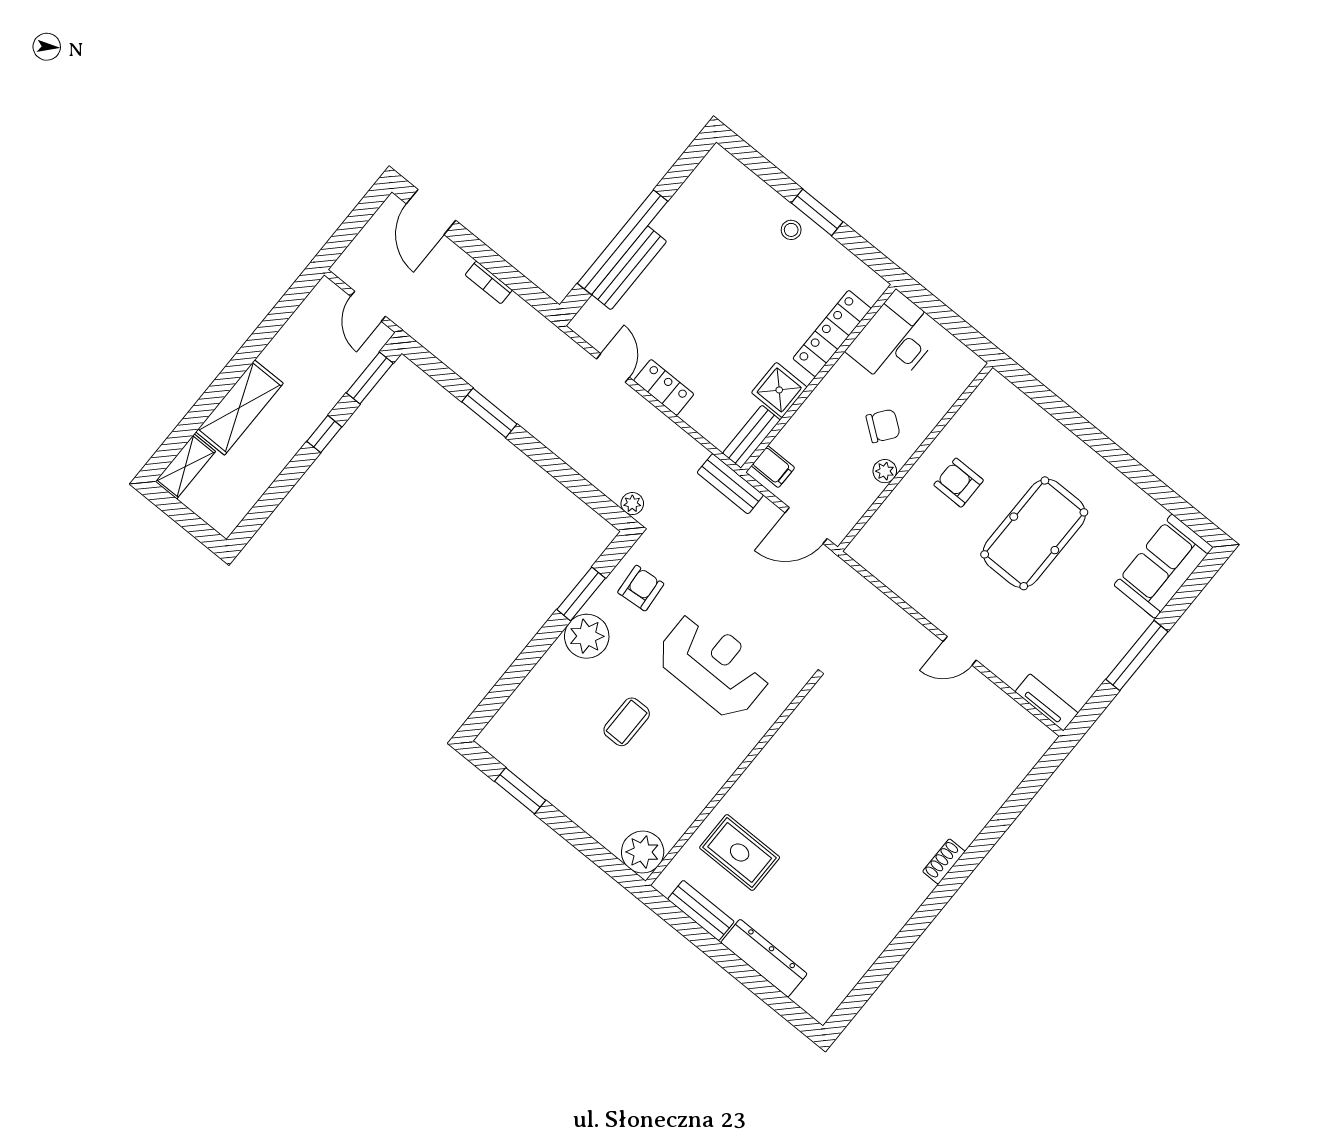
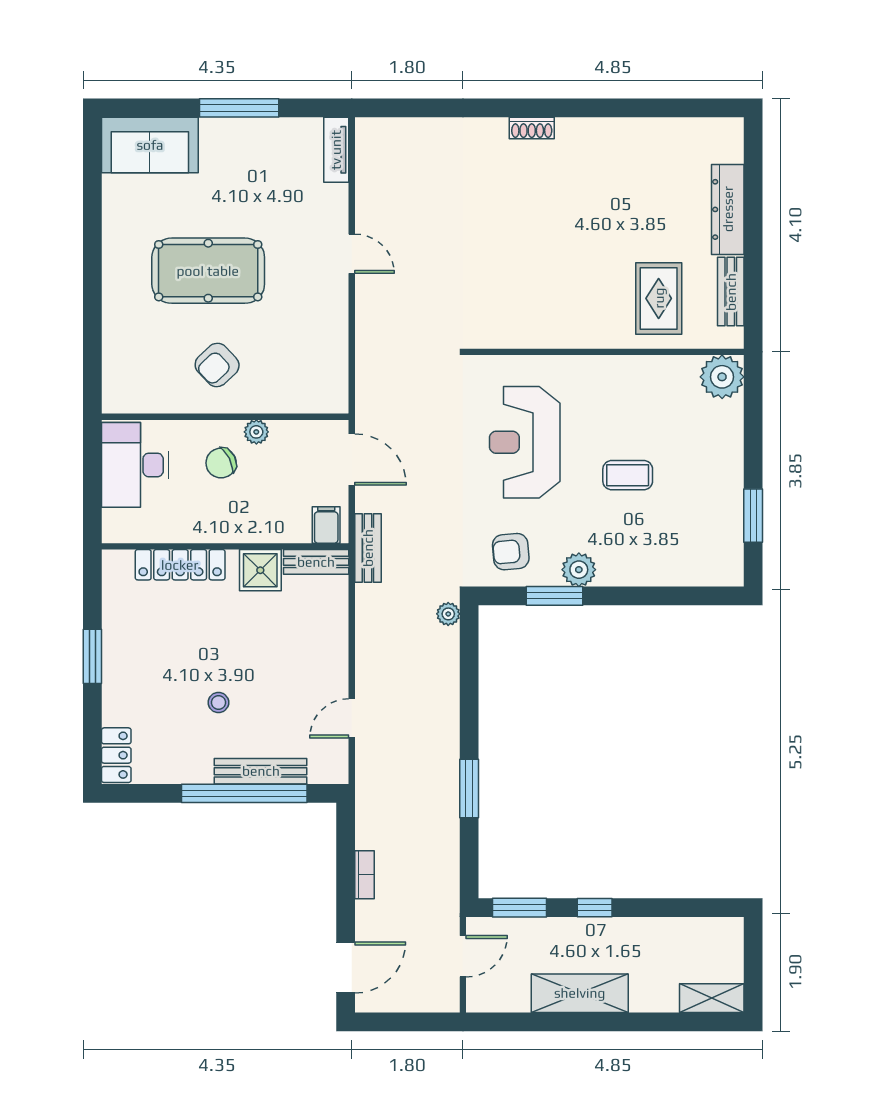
stool: (791, 230) -> (218, 702), moved
desk: (895, 340) -> (135, 465), moved, turned 90
locker: (664, 387) -> (116, 755), moved, turned 180
shelving: (239, 408) -> (580, 993), moved
chair: (883, 426) -> (221, 463), turned -64
armchair: (959, 483) -> (217, 365), turned 47
plant: (587, 636) -> (579, 570), width x0.73, depth x0.73

